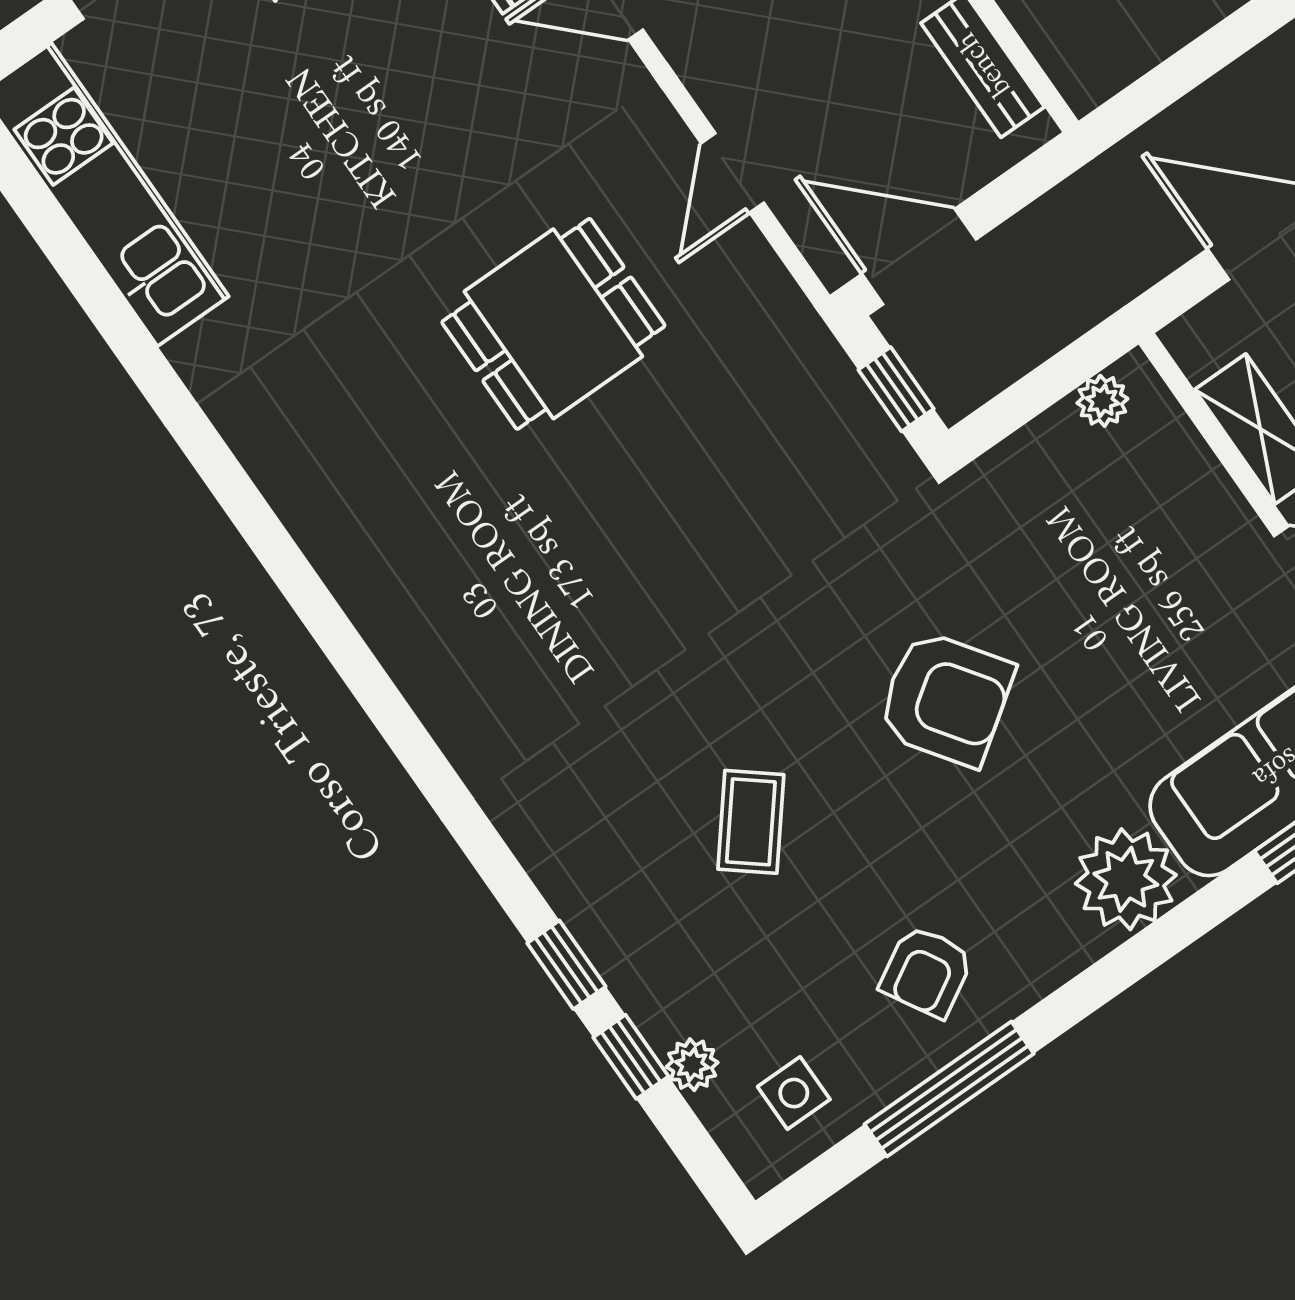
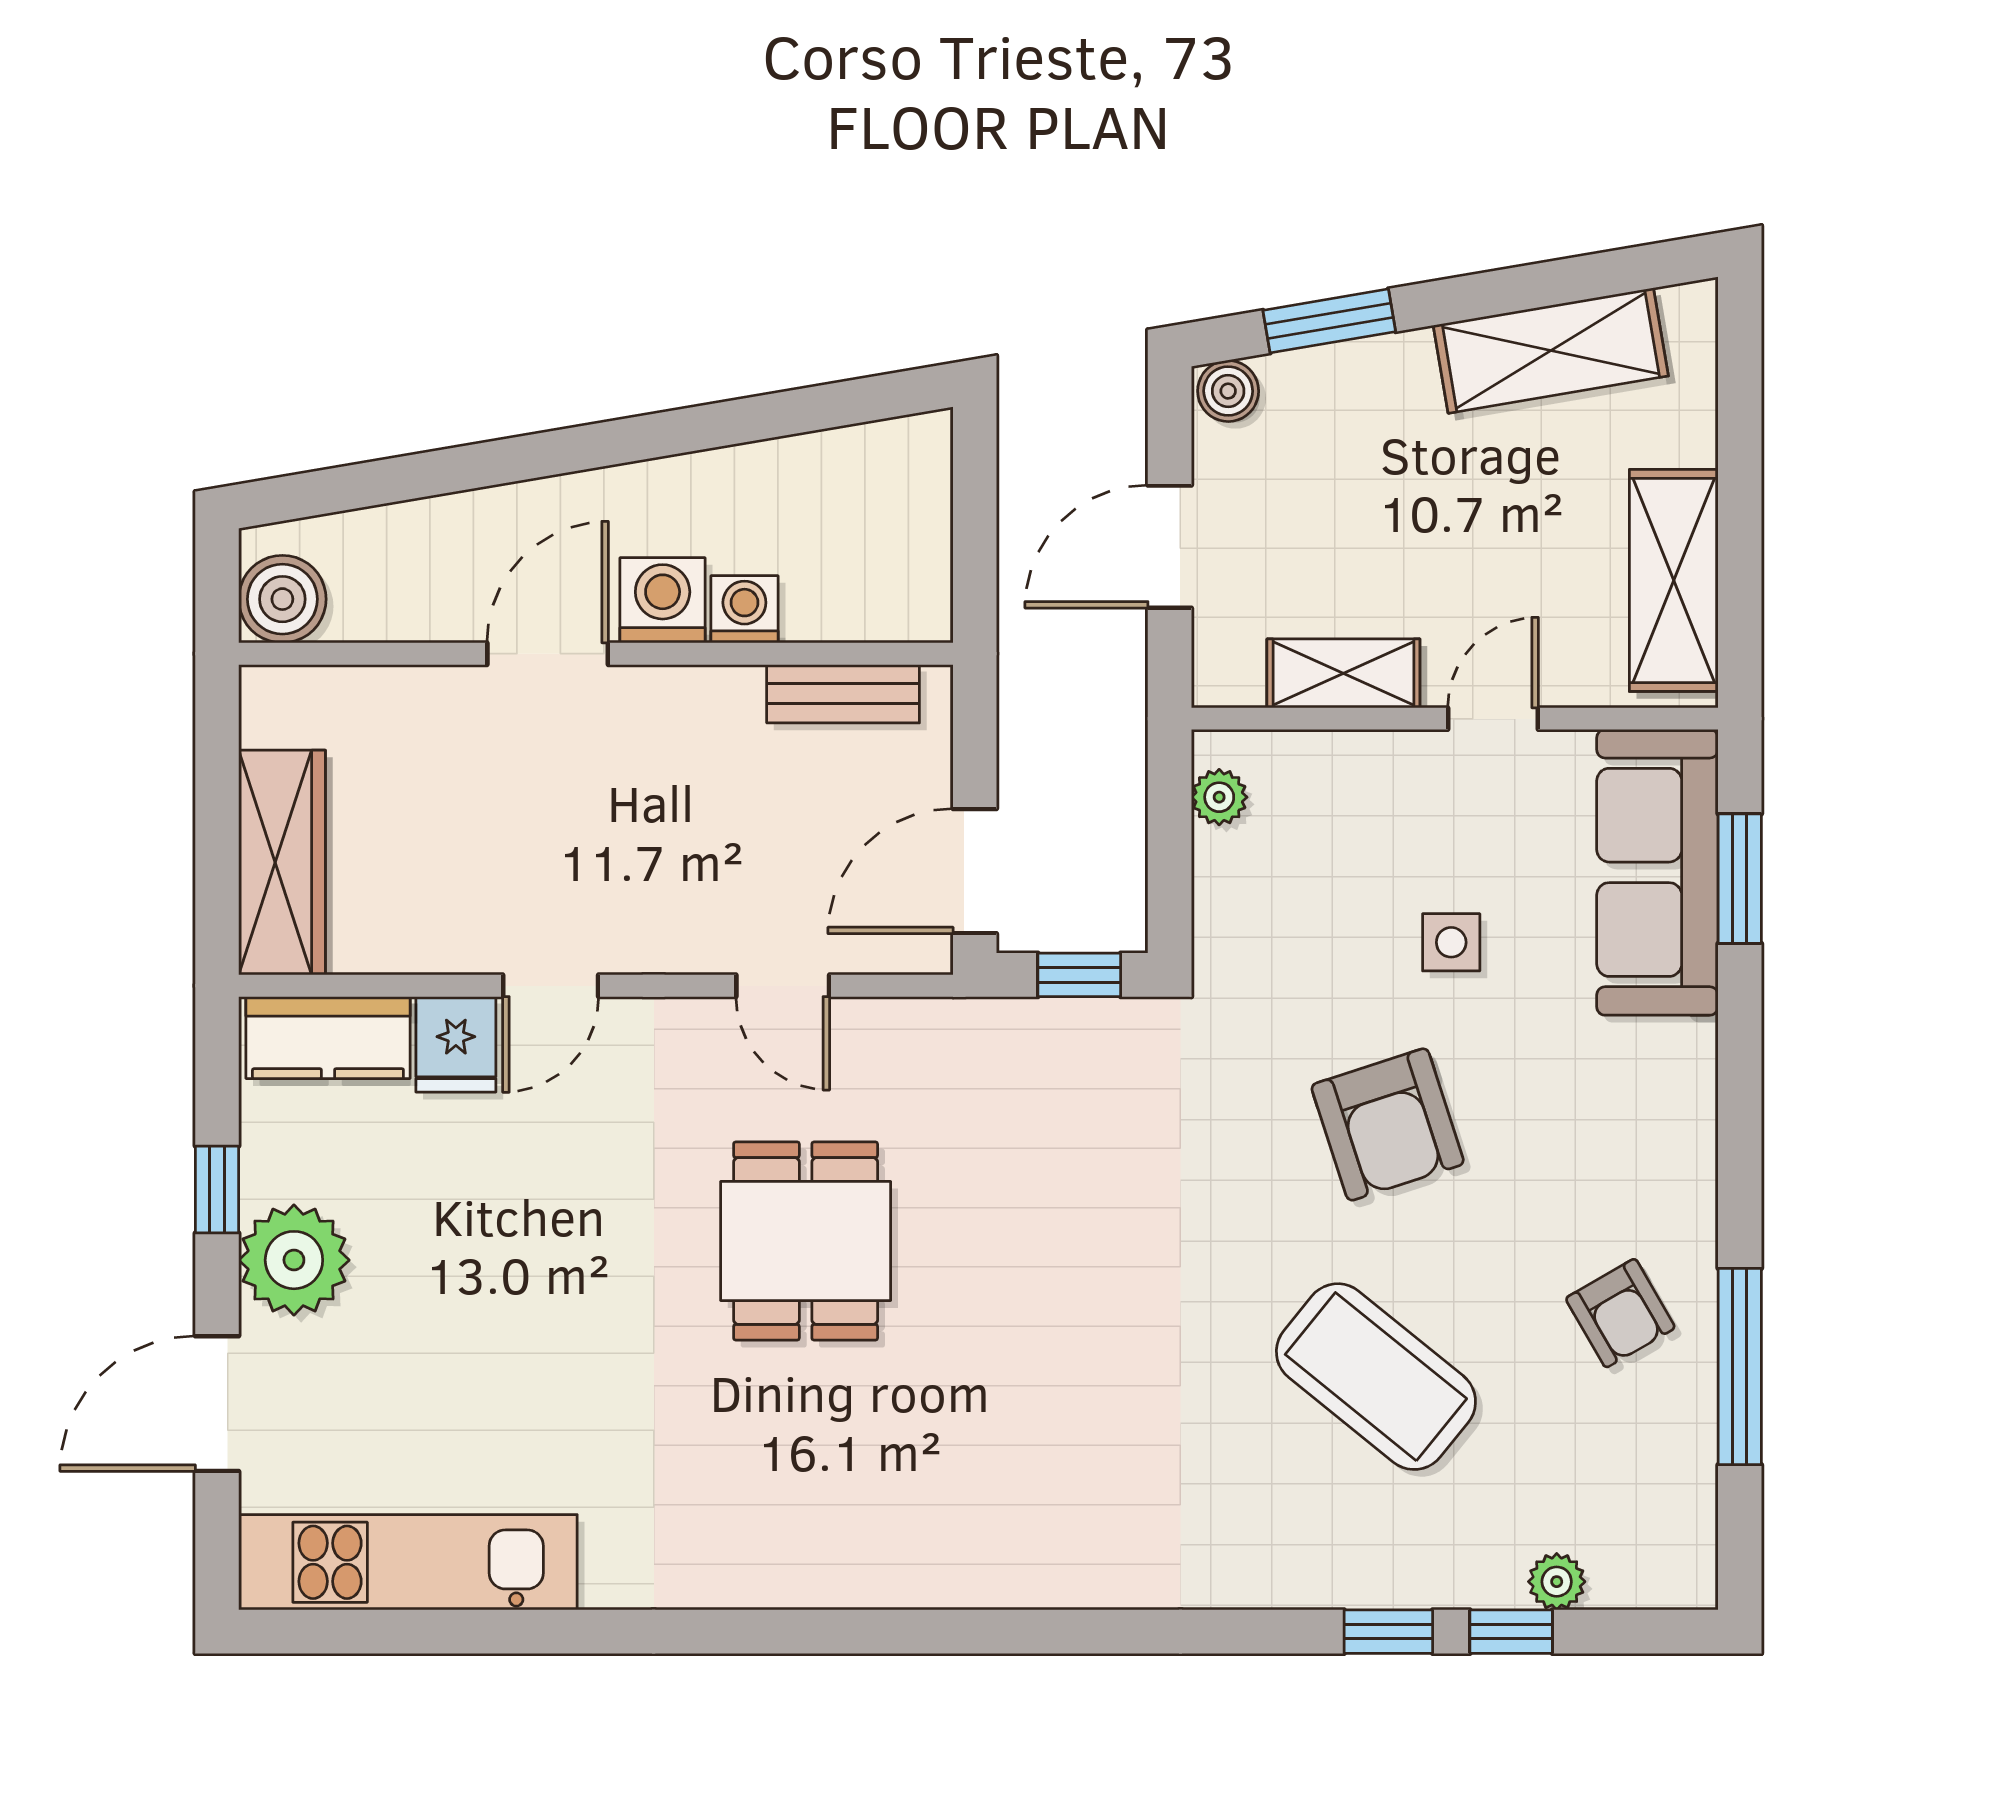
armchair: (946, 698) -> (1388, 1124), turned 107
coffee table: (751, 822) -> (1376, 1377), width x1.86, depth x1.72
plant: (1126, 879) -> (1663, 1076), removed
side table: (794, 1093) -> (1451, 942), moved

